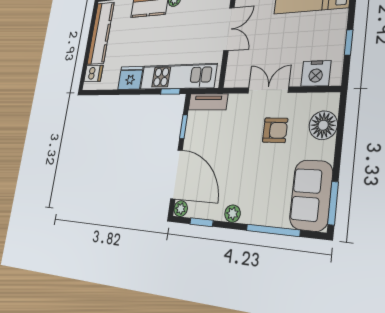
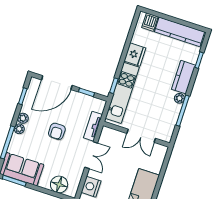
tv unit: (208, 102) -> (93, 126), moved
armchair: (275, 130) -> (57, 131), moved
plant: (181, 209) -> (19, 129), moved

